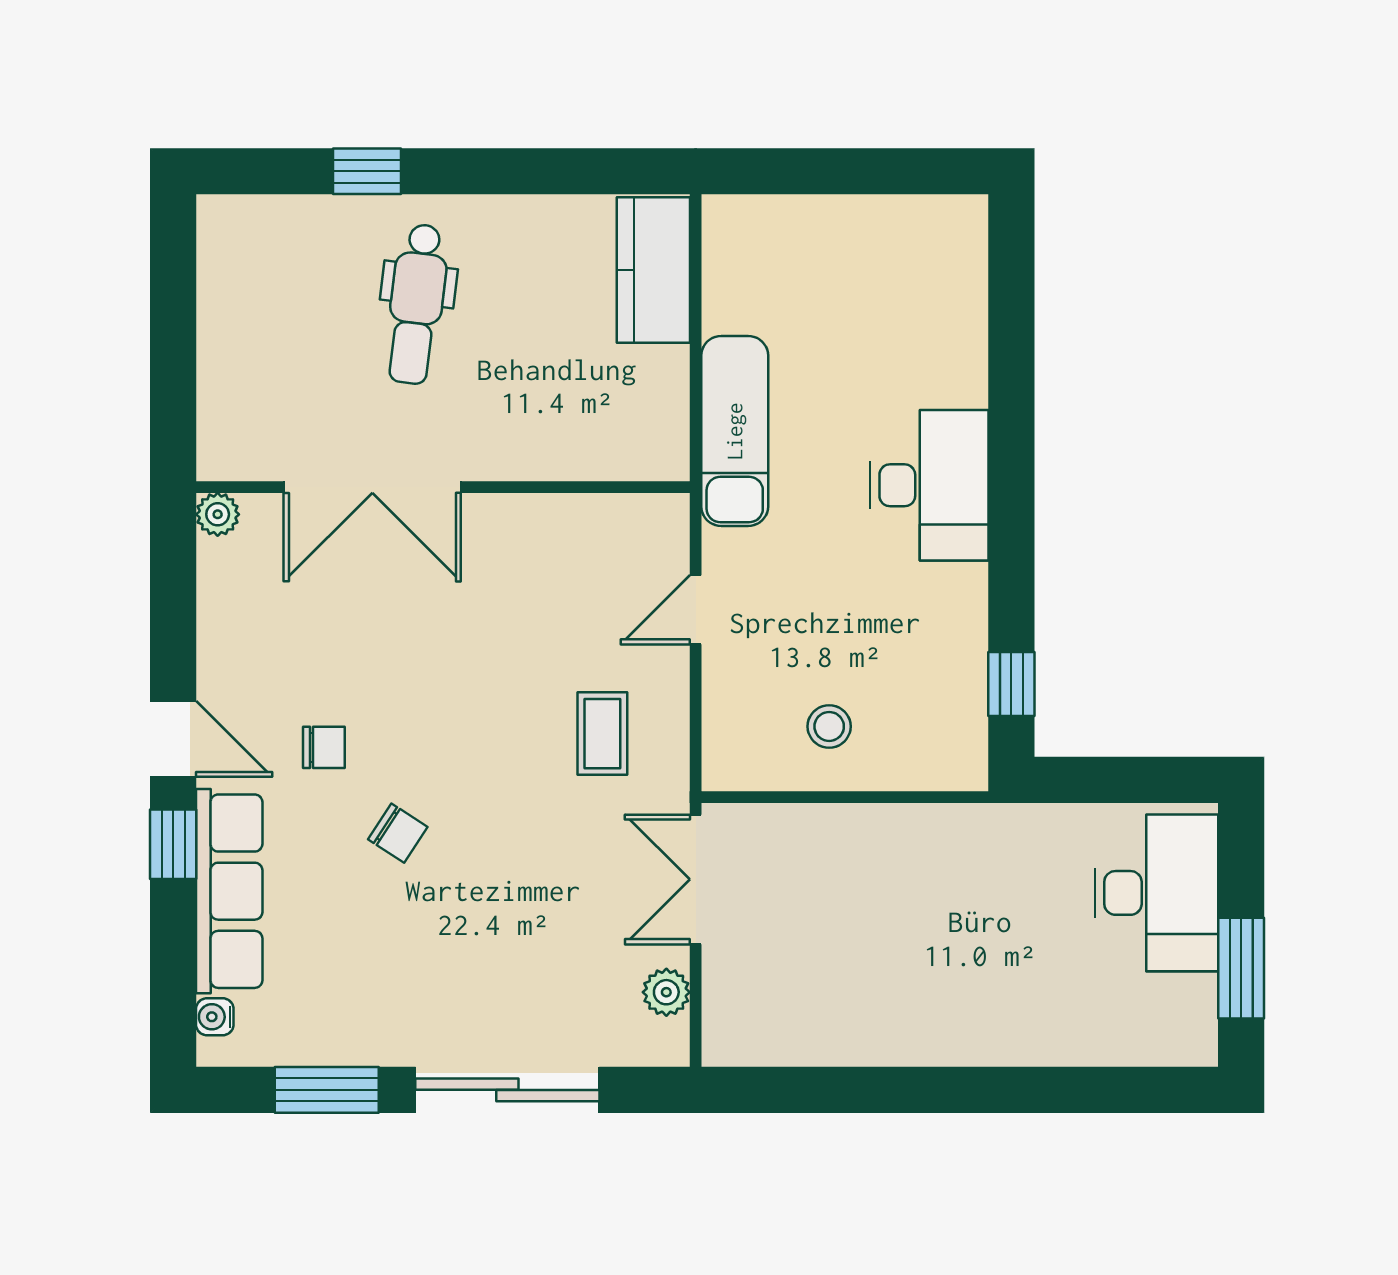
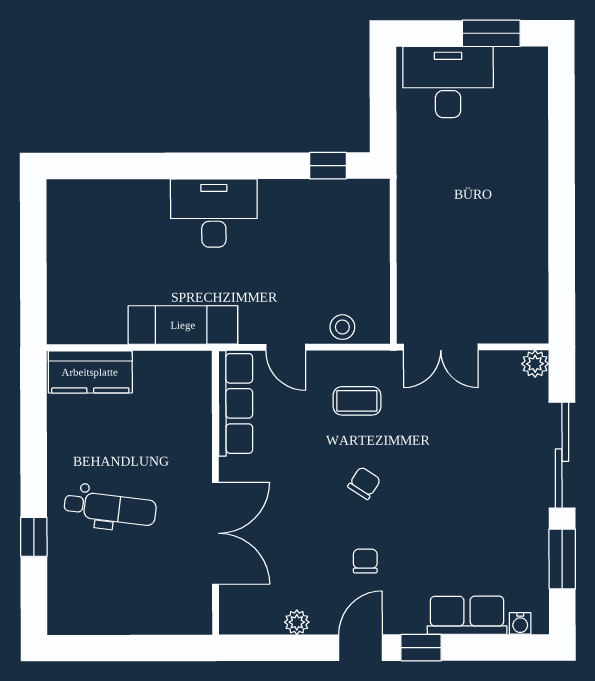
plant: (218, 514) -> (297, 622), moved
row of seats: (598, 522) -> (236, 403), added
stool: (829, 726) -> (342, 327), moved
chair: (398, 833) -> (364, 483), moved
row of seats: (229, 891) -> (467, 615), width x0.68
plant: (666, 992) -> (535, 364), moved

